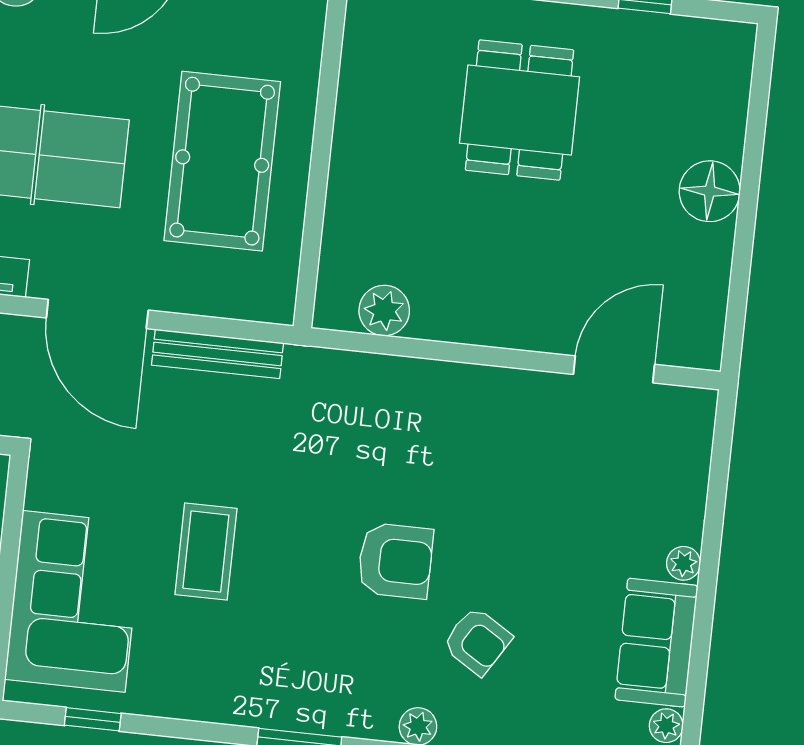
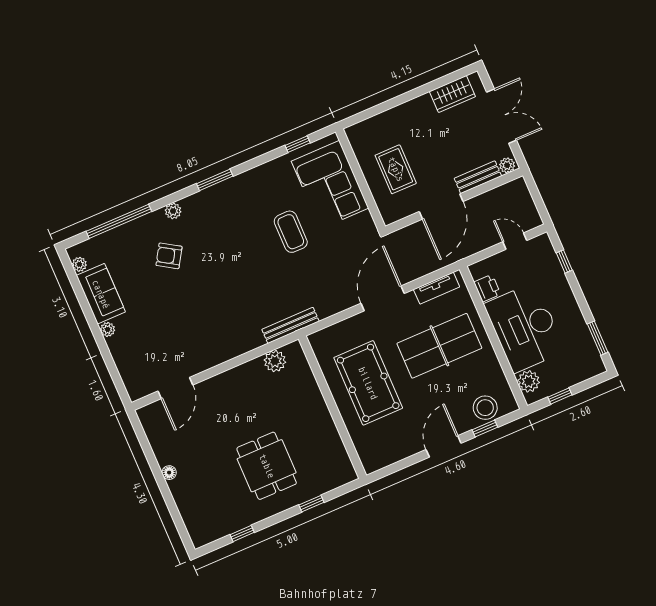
floor lamp: (710, 191) -> (169, 473), width x0.53, depth x0.53
door: (97, 314) -> (383, 298), hinge flipped
bench: (217, 354) -> (291, 325), moved
armchair: (395, 561) -> (217, 269), removed

